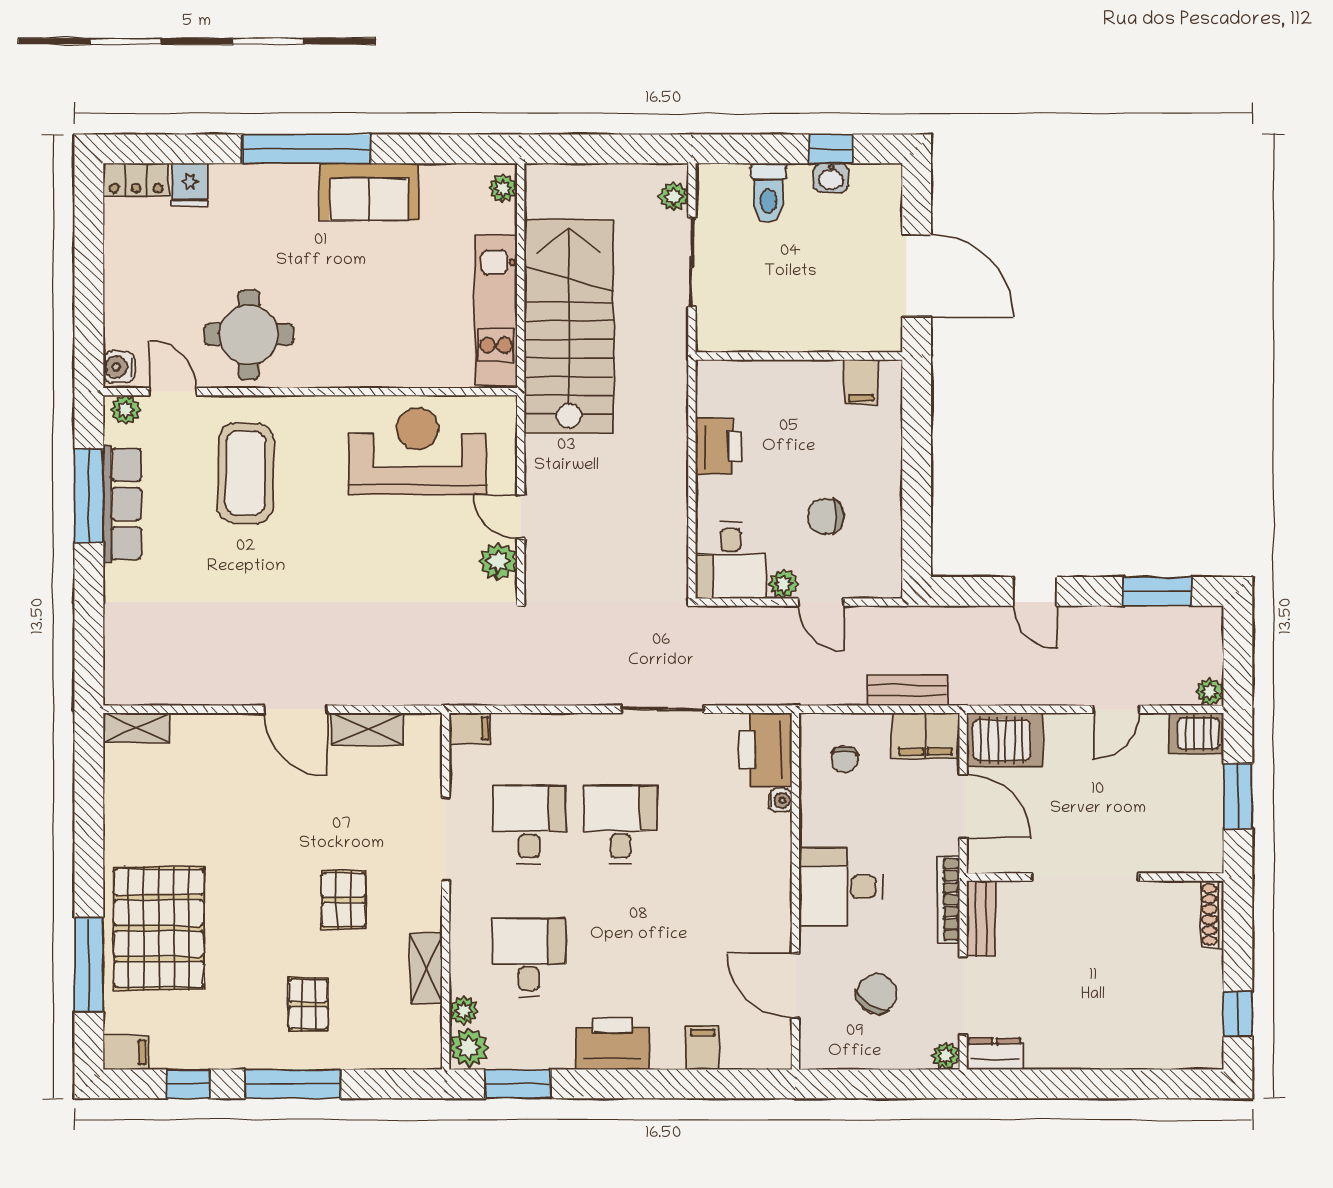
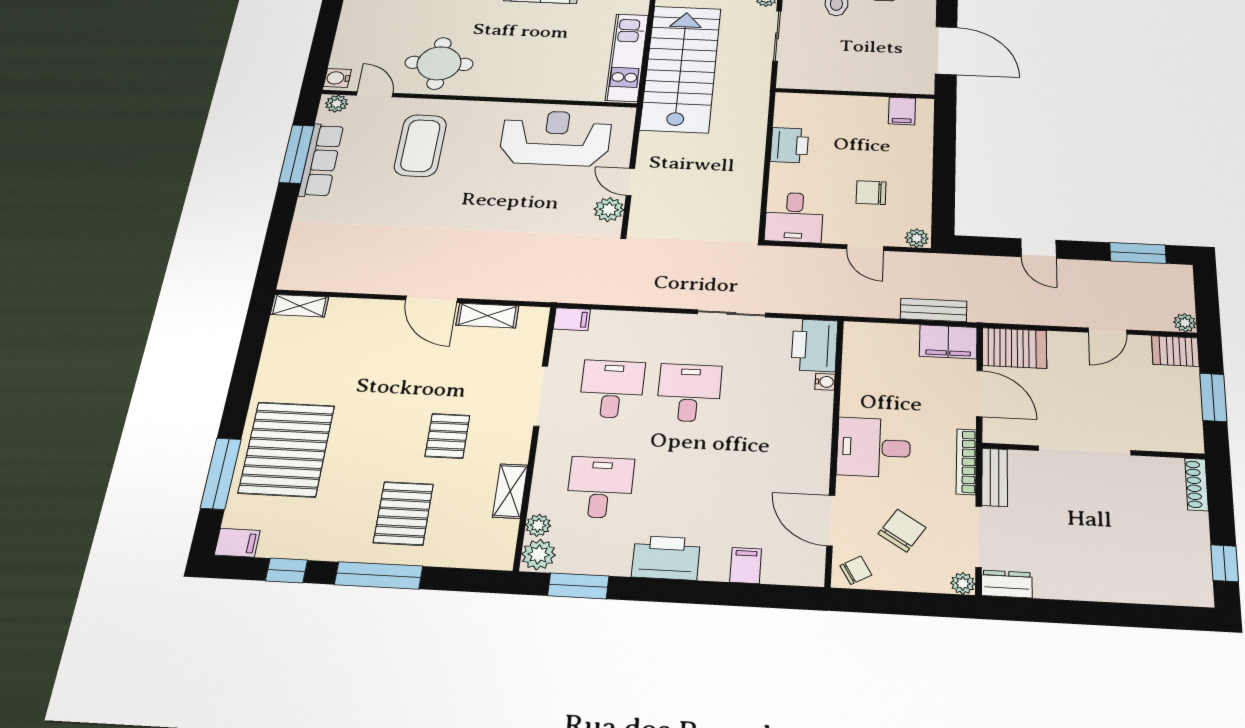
plant: (783, 584) -> (917, 238), moved
chair: (844, 759) -> (856, 570), moved, turned -120
pallet: (308, 1004) -> (403, 513), width x1.50, depth x1.42

